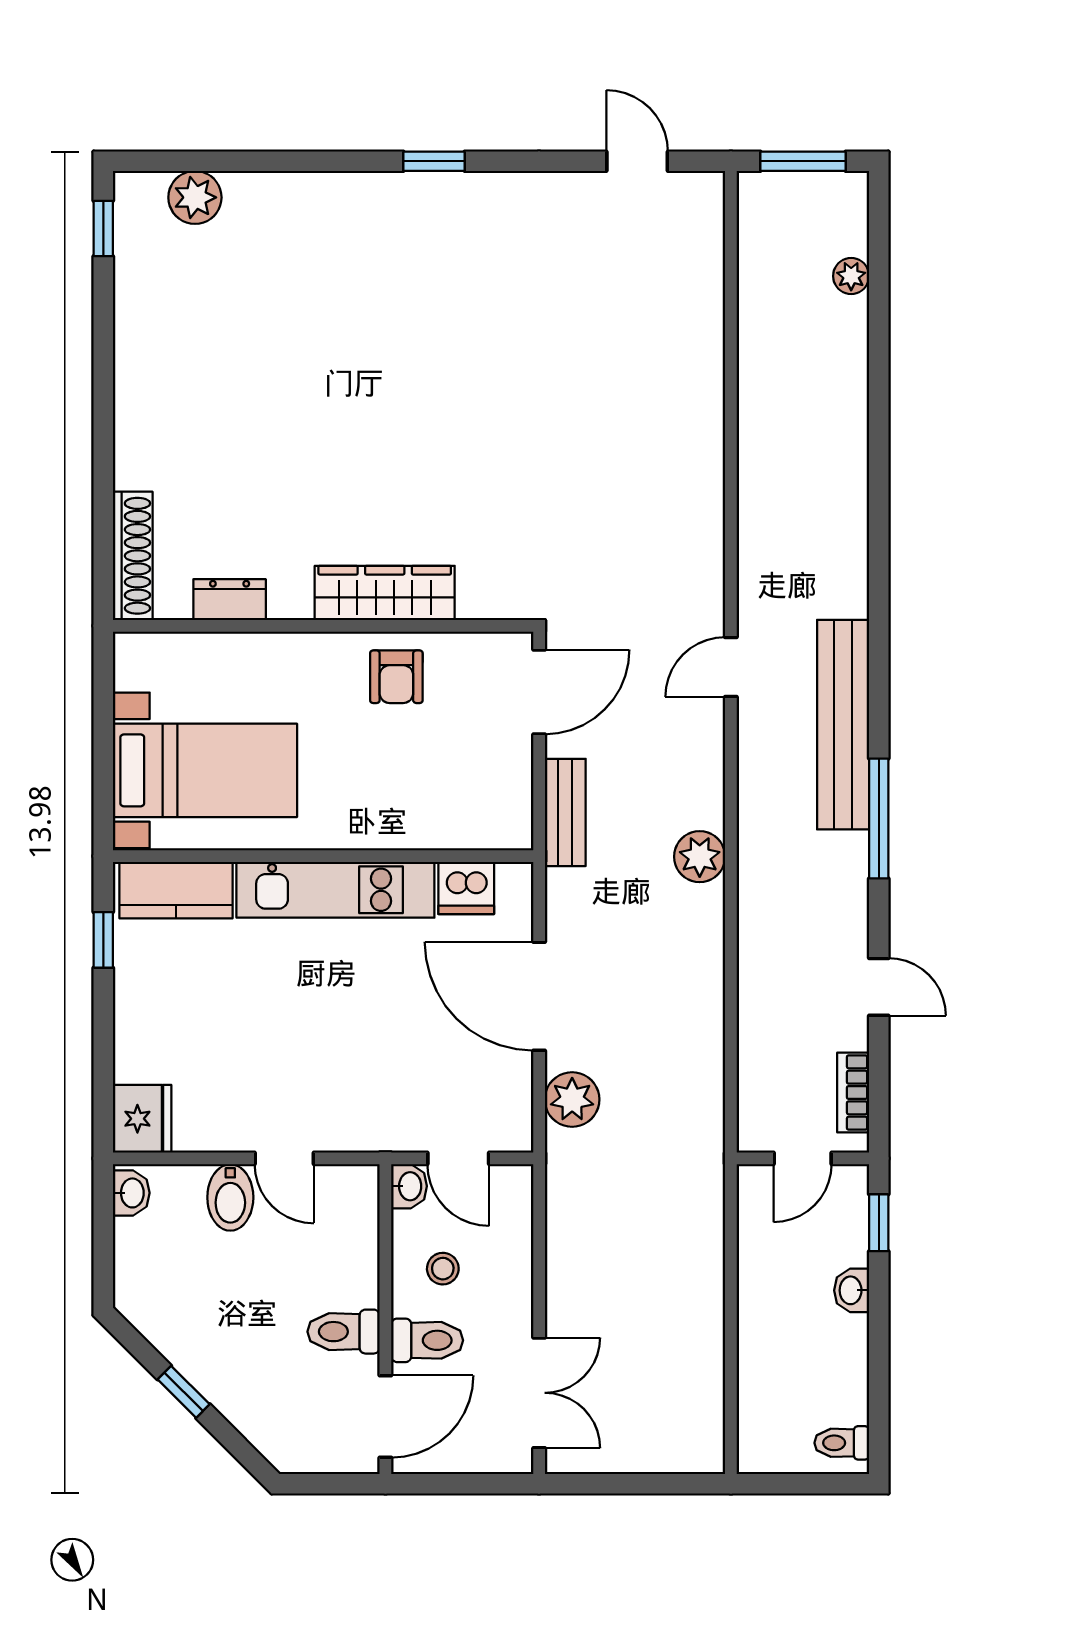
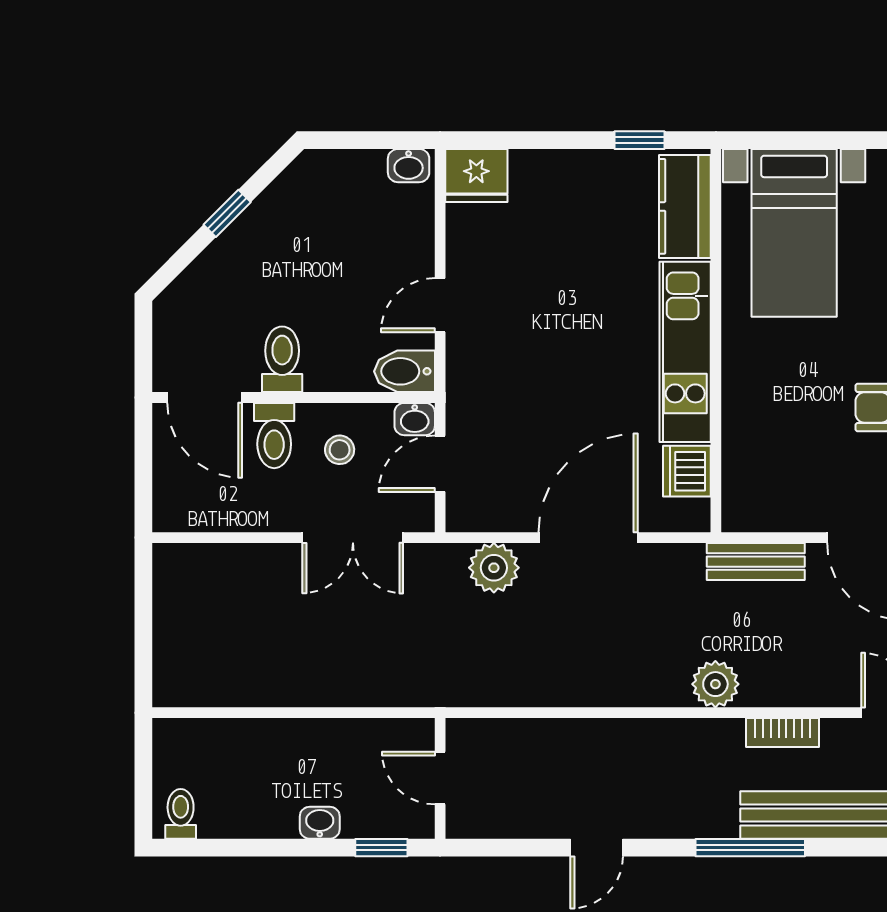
bookcase: (853, 1092) -> (783, 733), moved, turned 180
bidet: (230, 1197) -> (405, 371), moved
double door: (539, 1393) -> (353, 538), moved

